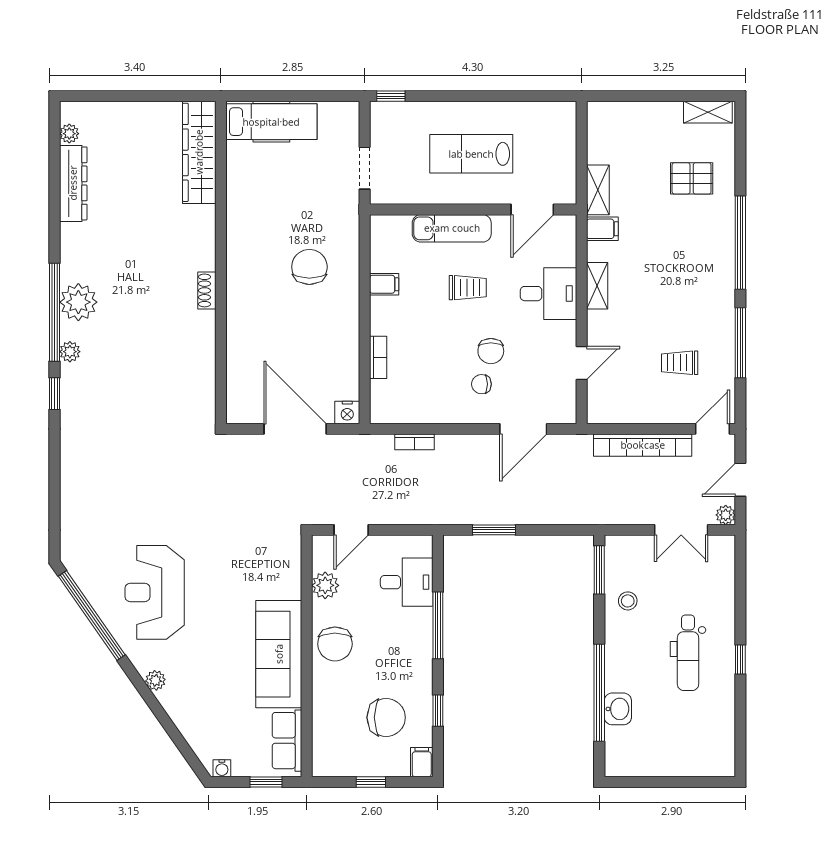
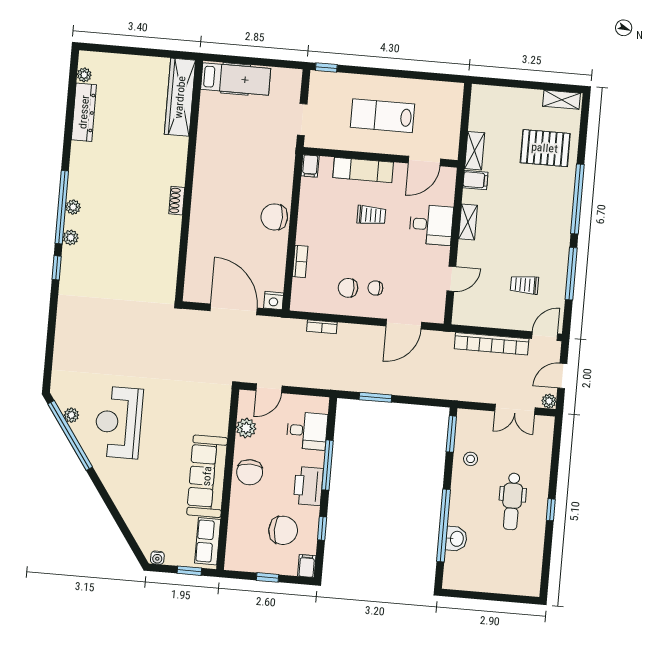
pallet: (692, 178) -> (545, 148), width x1.50, depth x1.42
chair: (309, 267) -> (274, 217), moved, turned -90
filing cabinet: (384, 284) -> (310, 166), moved, turned 90
plant: (78, 302) -> (73, 207), width x0.53, depth x0.53
chair: (491, 351) -> (348, 288), moved, turned 90
printer: (415, 655) -> (308, 486), added
plant: (155, 680) -> (71, 415), moved

